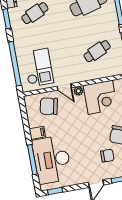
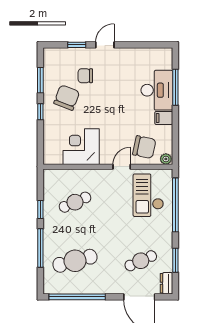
door: (64, 87) -> (122, 167), hinge flipped
plant: (78, 91) -> (166, 159), moved
desk: (52, 160) -> (157, 90), width x0.73, depth x0.77
window: (55, 191) -> (155, 45), removed

